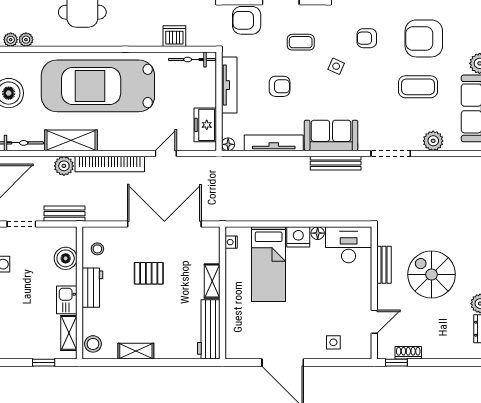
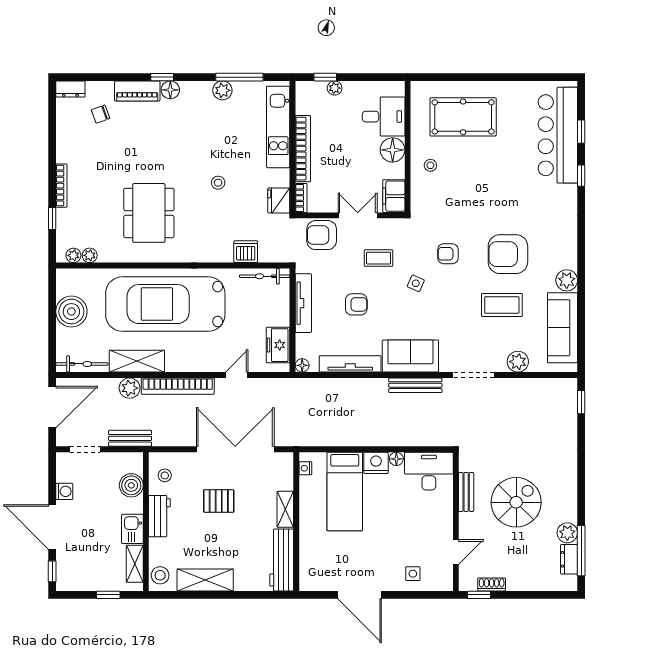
spiral stairs: (432, 274) -> (516, 502), turned 90
shelving: (136, 351) -> (205, 580), width x1.50, depth x1.33

